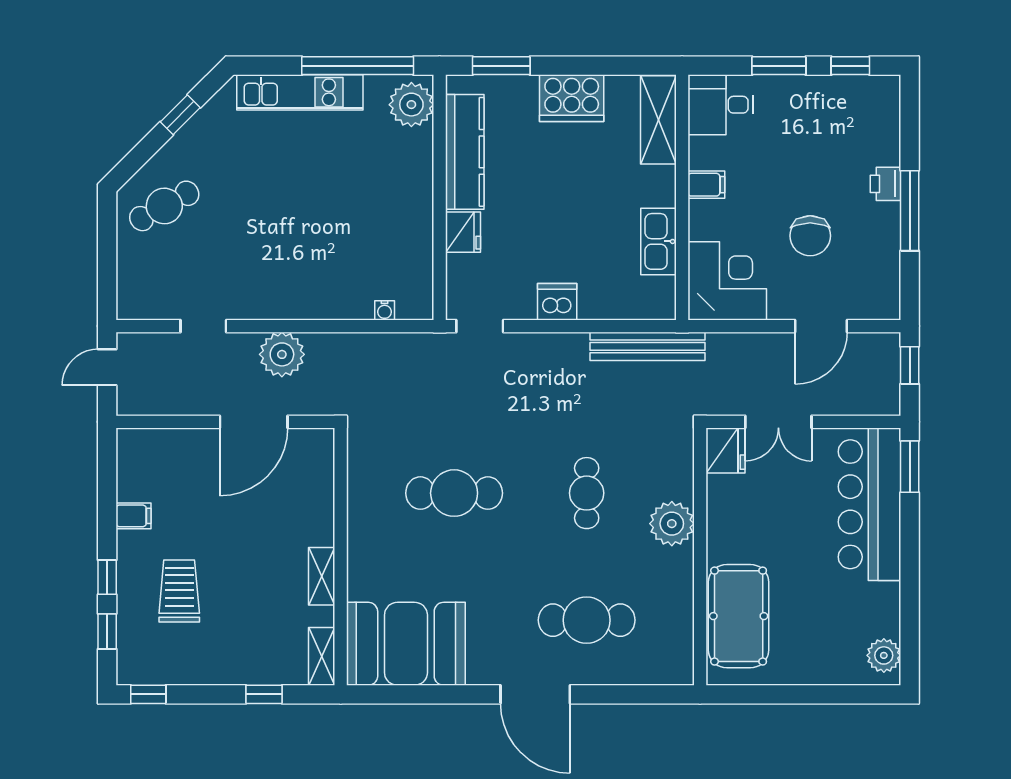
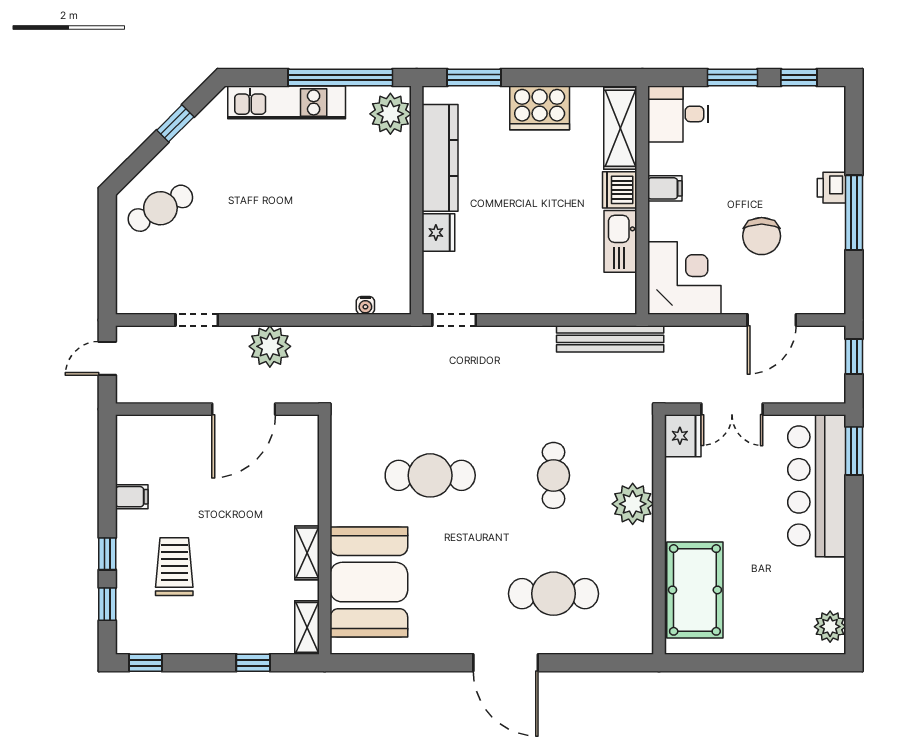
dishwasher: (557, 302) -> (620, 190), moved, turned -90
booth: (406, 644) -> (369, 582), moved, turned 90

